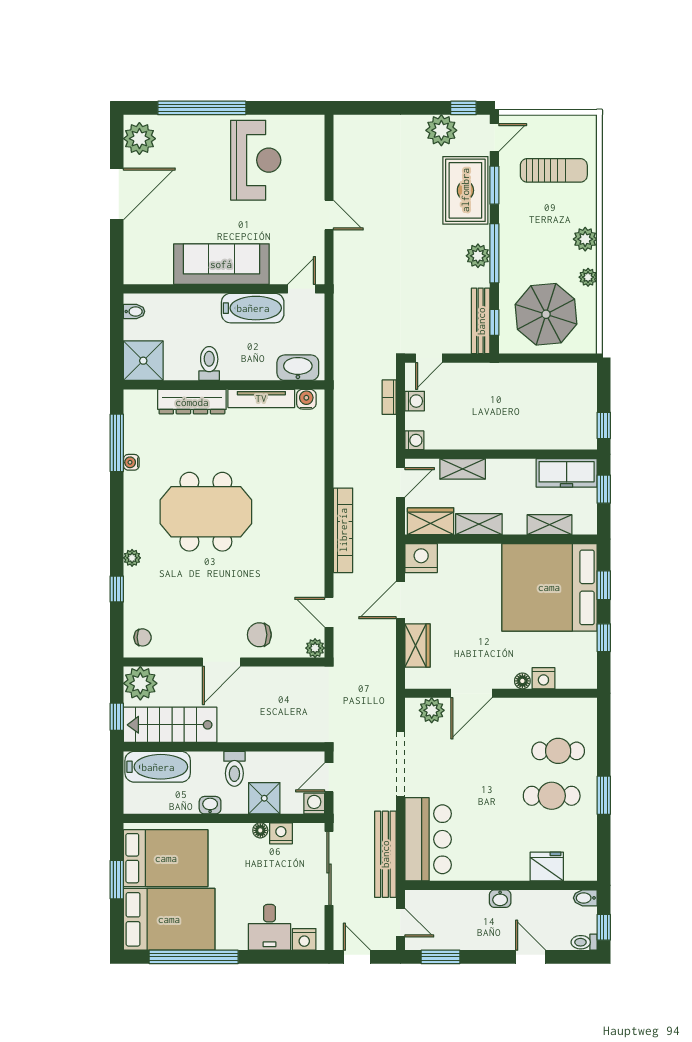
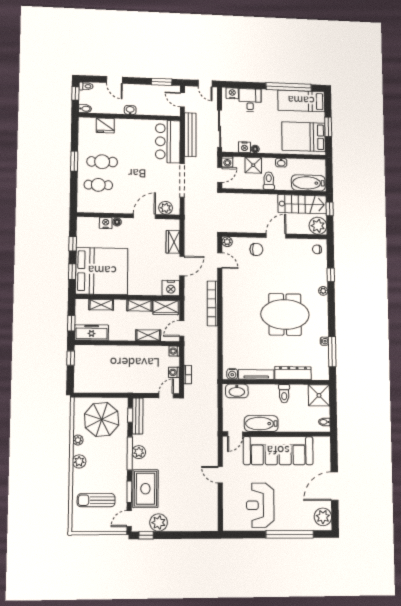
sofa: (221, 264) -> (278, 451), width x1.36, depth x1.27
bed: (169, 919) -> (301, 101), width x0.67

